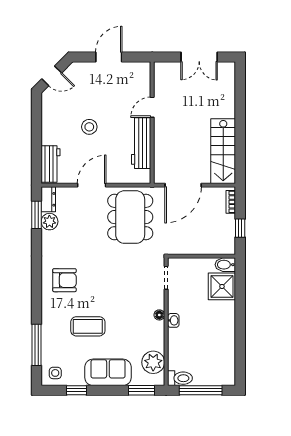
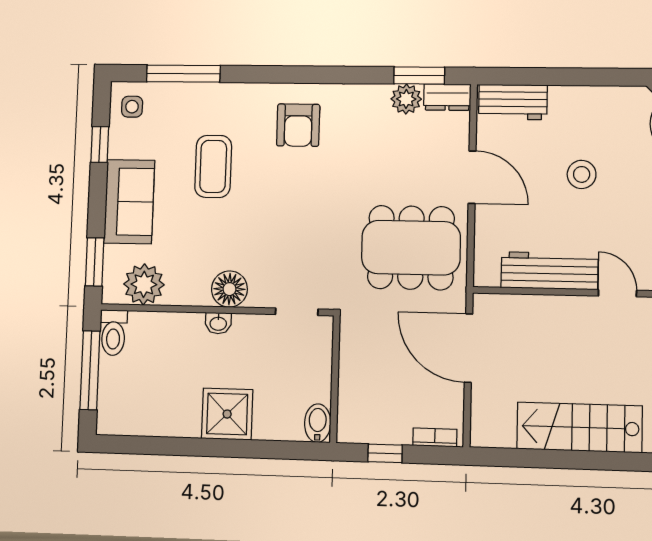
stairs: (223, 151) -> (580, 427), moved
shower: (222, 286) -> (227, 414), moved
floor lamp: (159, 315) -> (229, 289), width x1.89, depth x1.89

